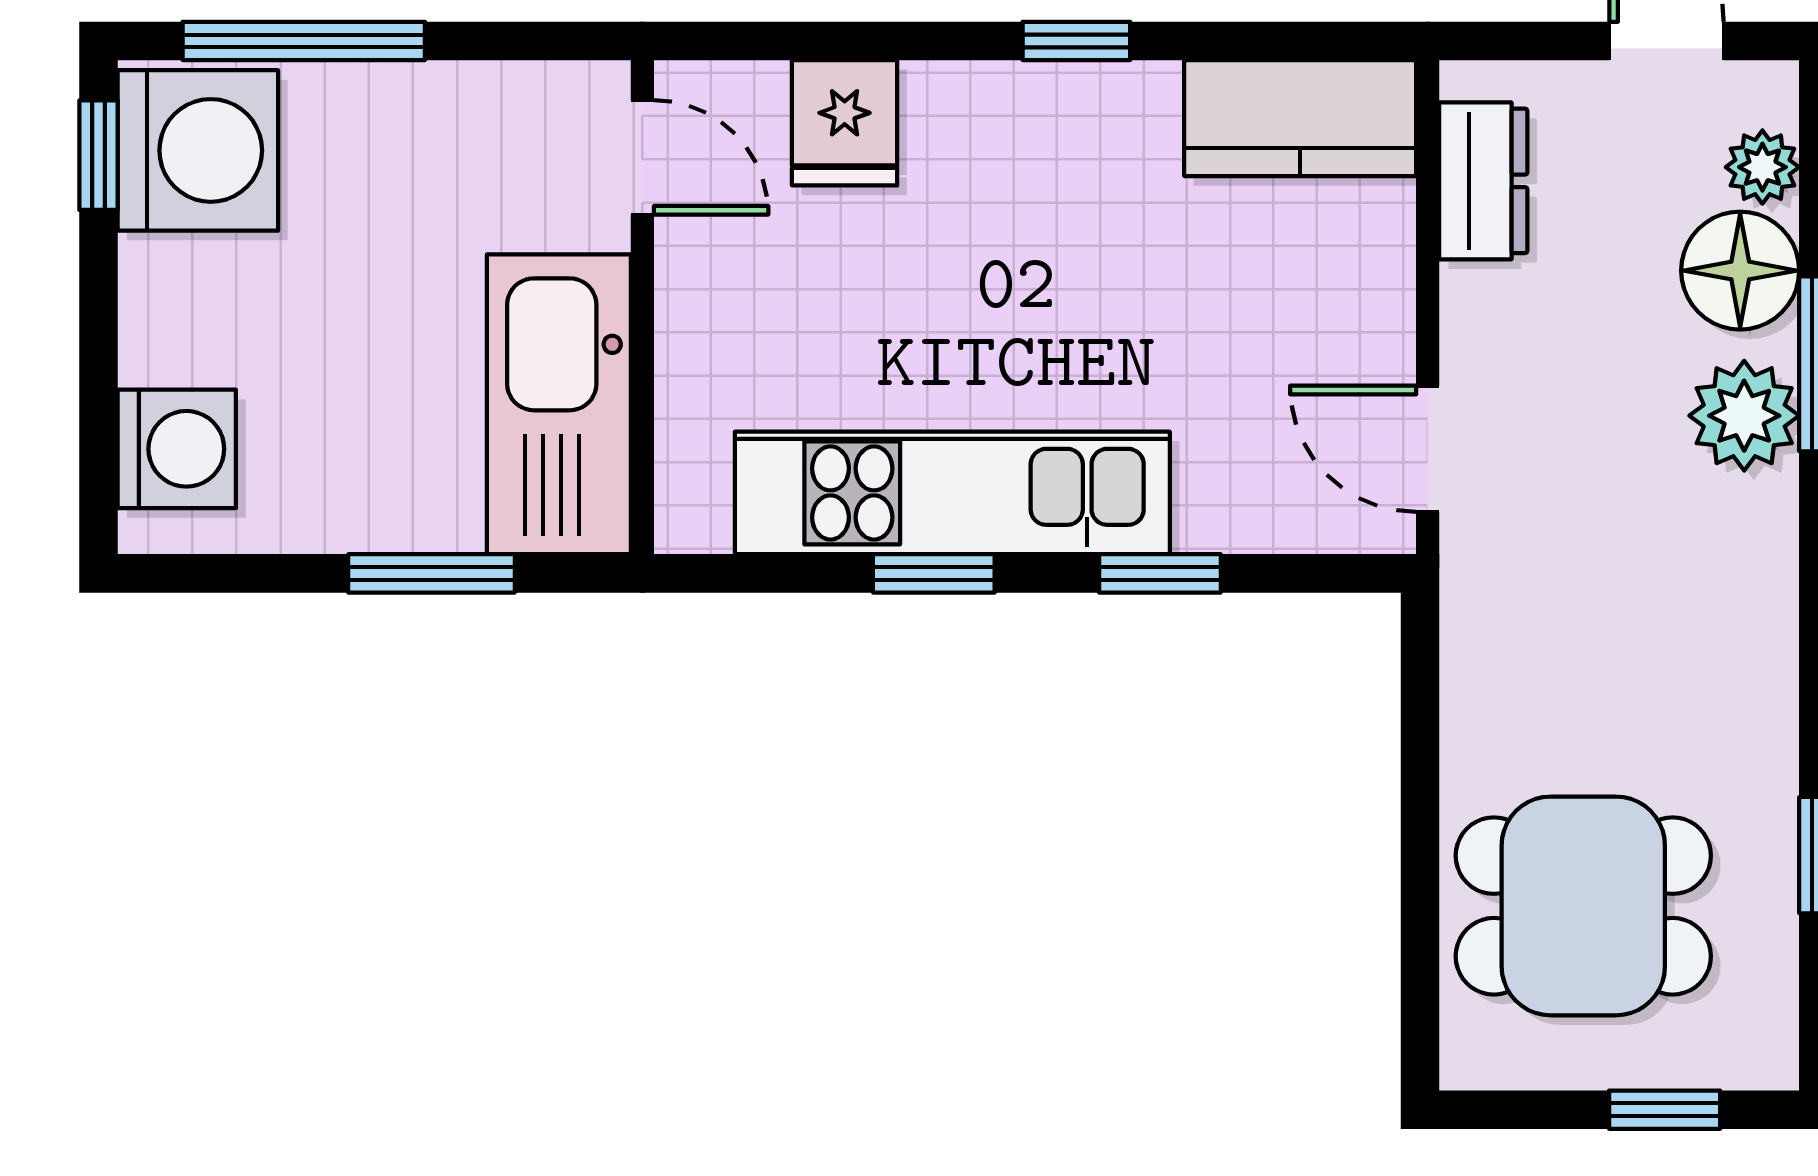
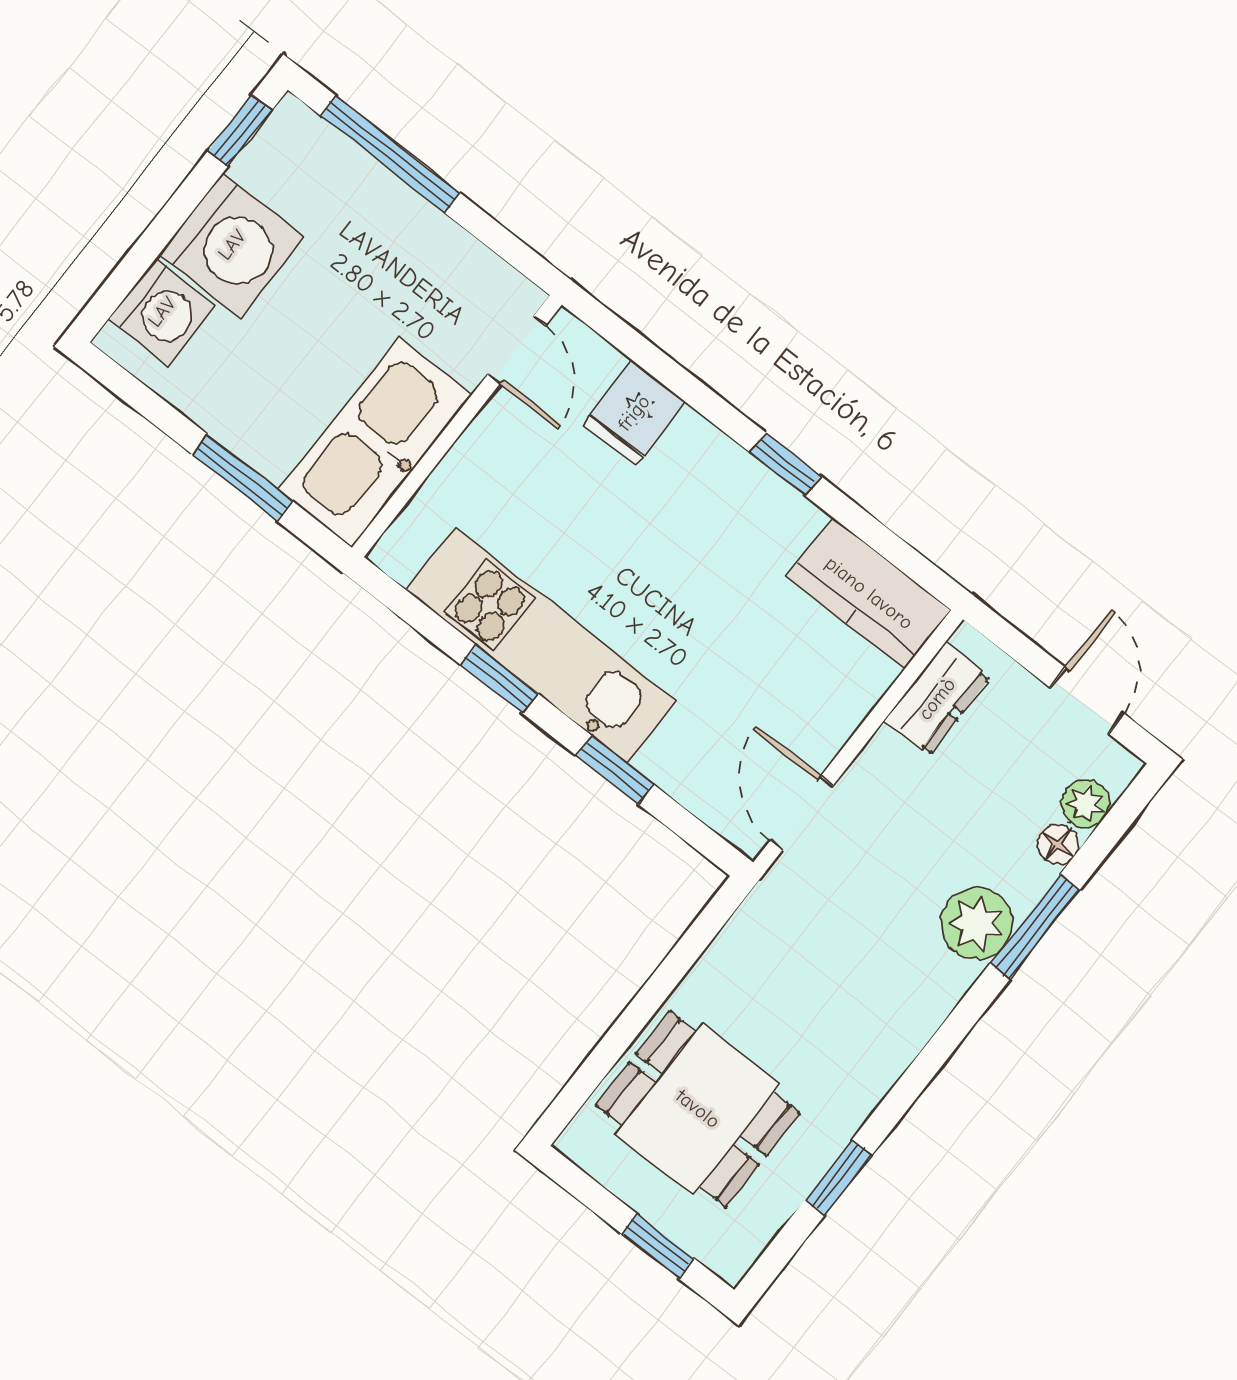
washing machine: (198, 150) -> (232, 245), moved
floor lamp: (1740, 271) -> (1058, 844), width x0.53, depth x0.53

